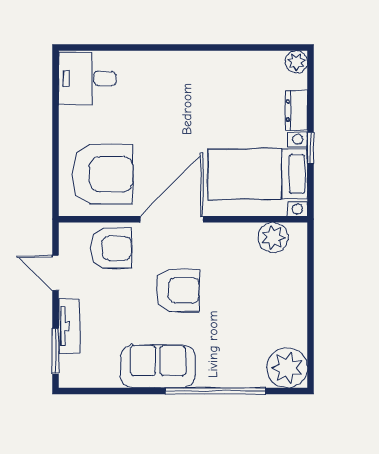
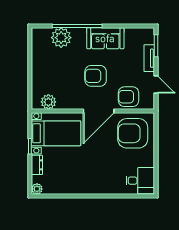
plant: (287, 368) -> (61, 38), moved

